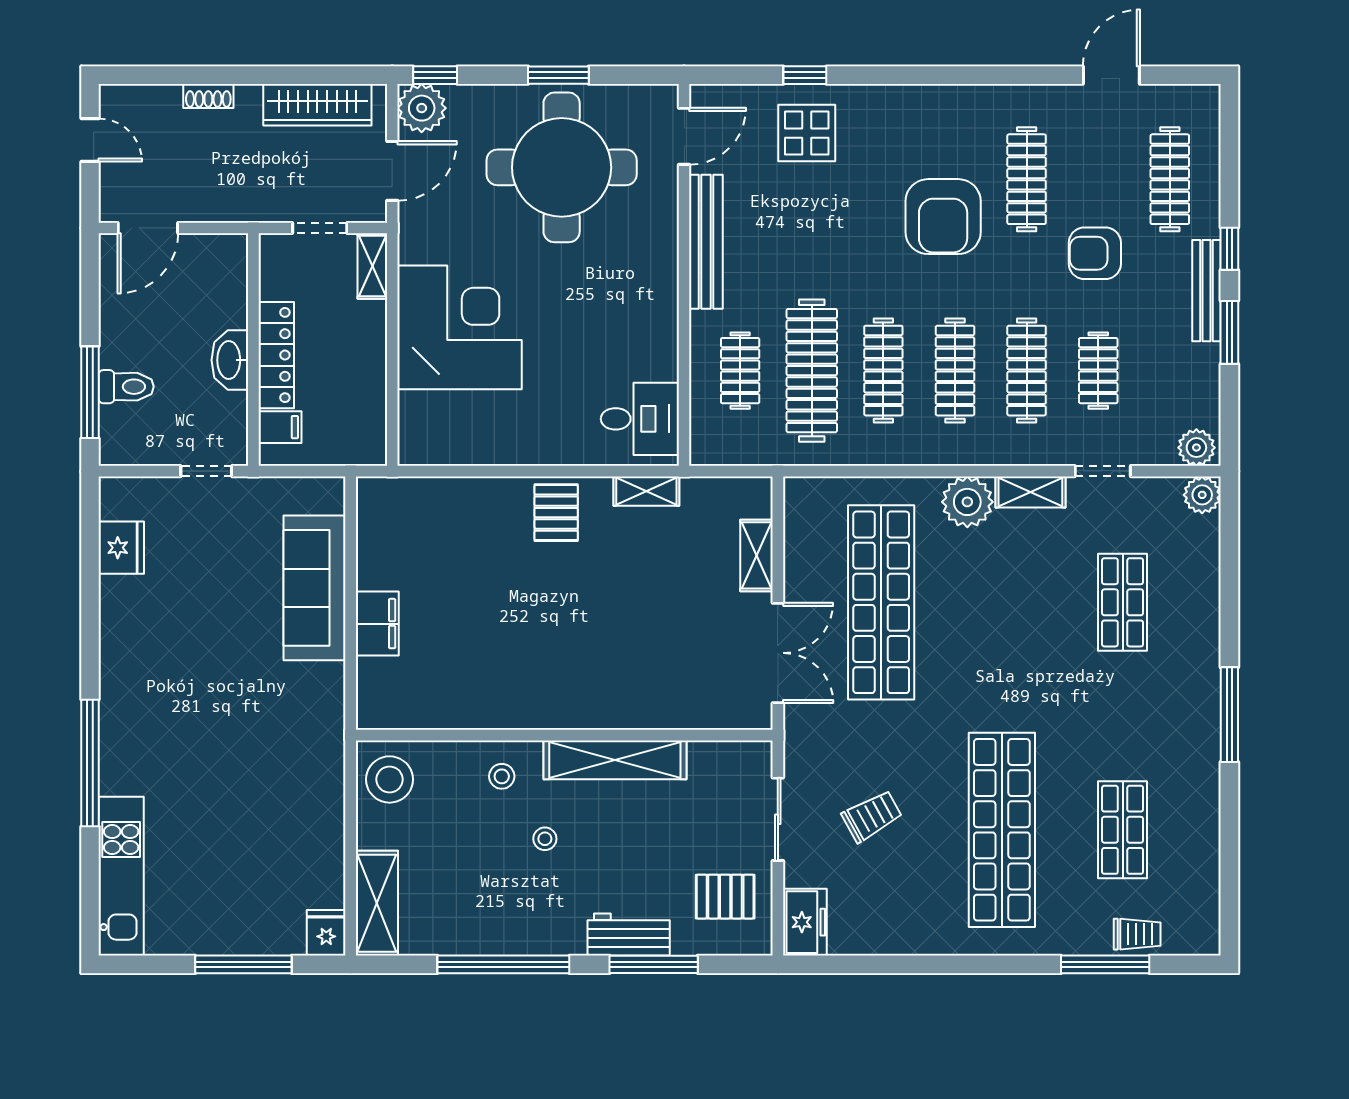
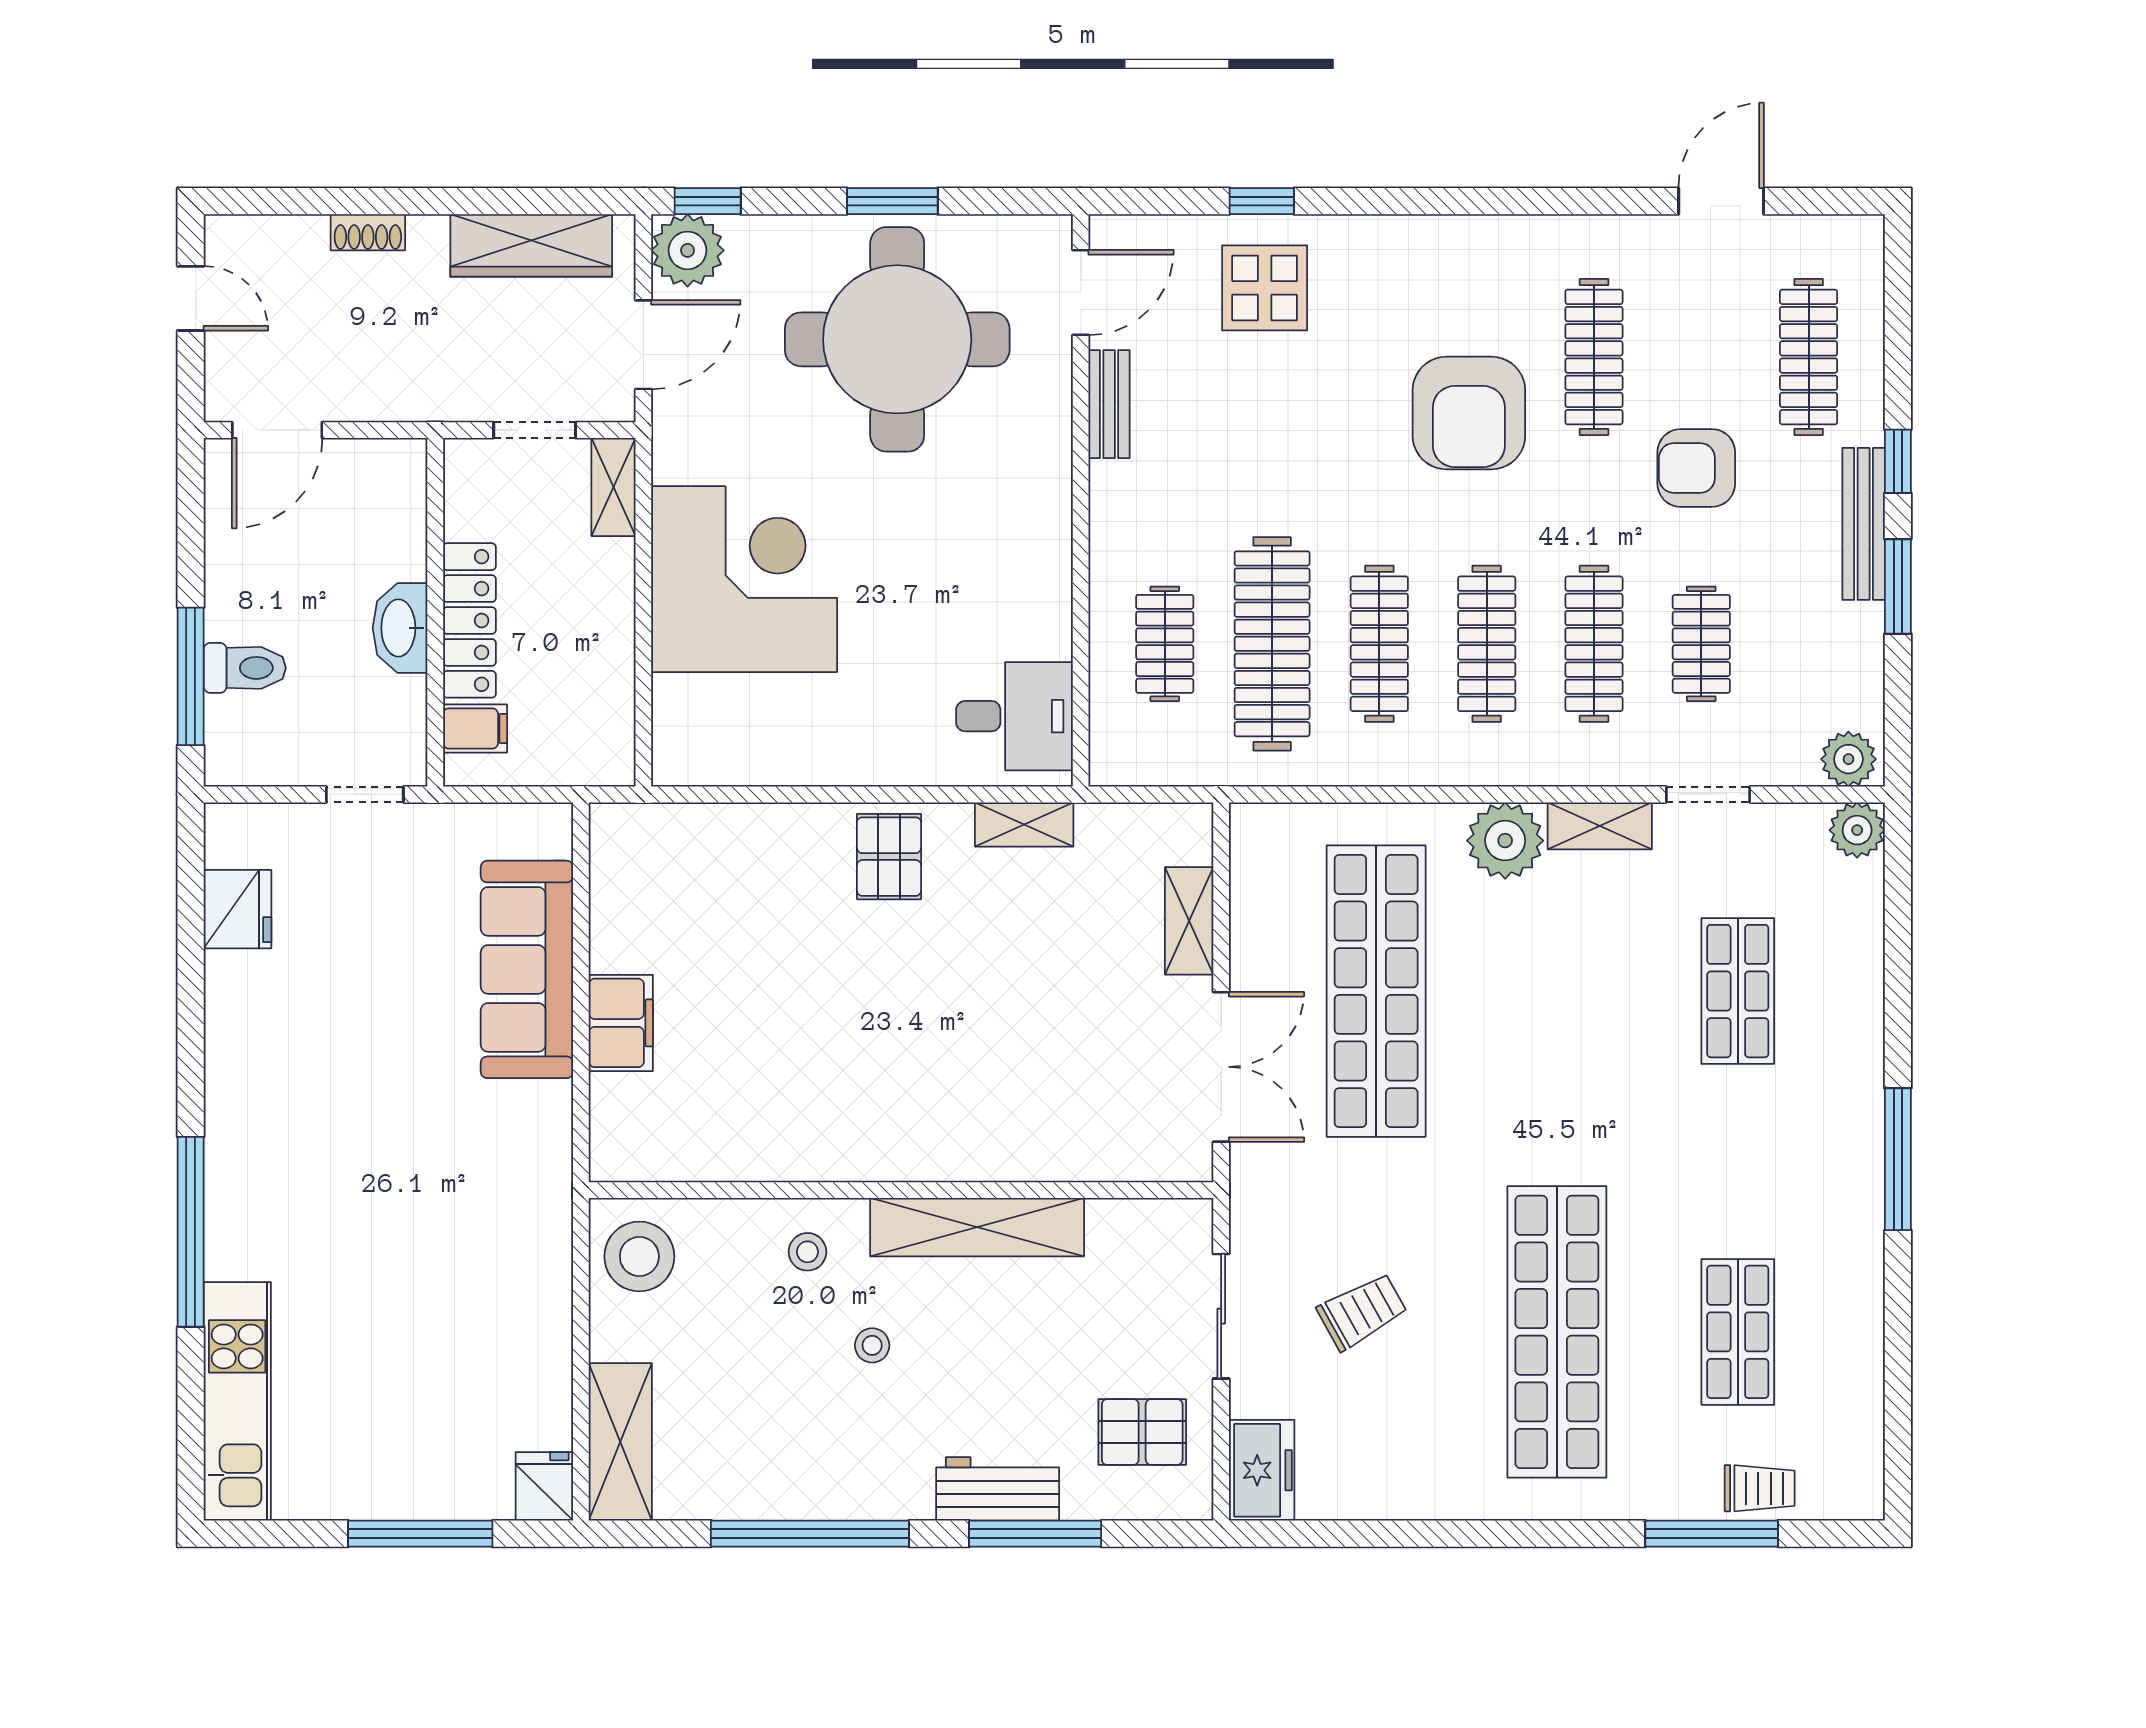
bench: (706, 242) -> (1109, 404), width x0.54, depth x0.82

